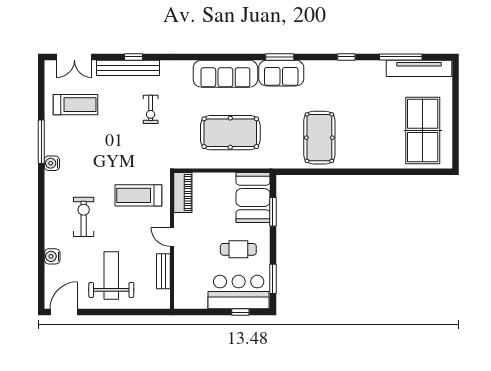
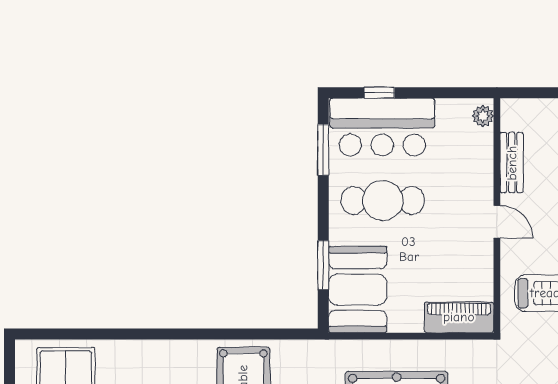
piano: (183, 192) -> (459, 317), moved, turned 90
cafe table: (238, 249) -> (383, 200), width x1.37, depth x1.35
plant: (180, 298) -> (483, 116), added

